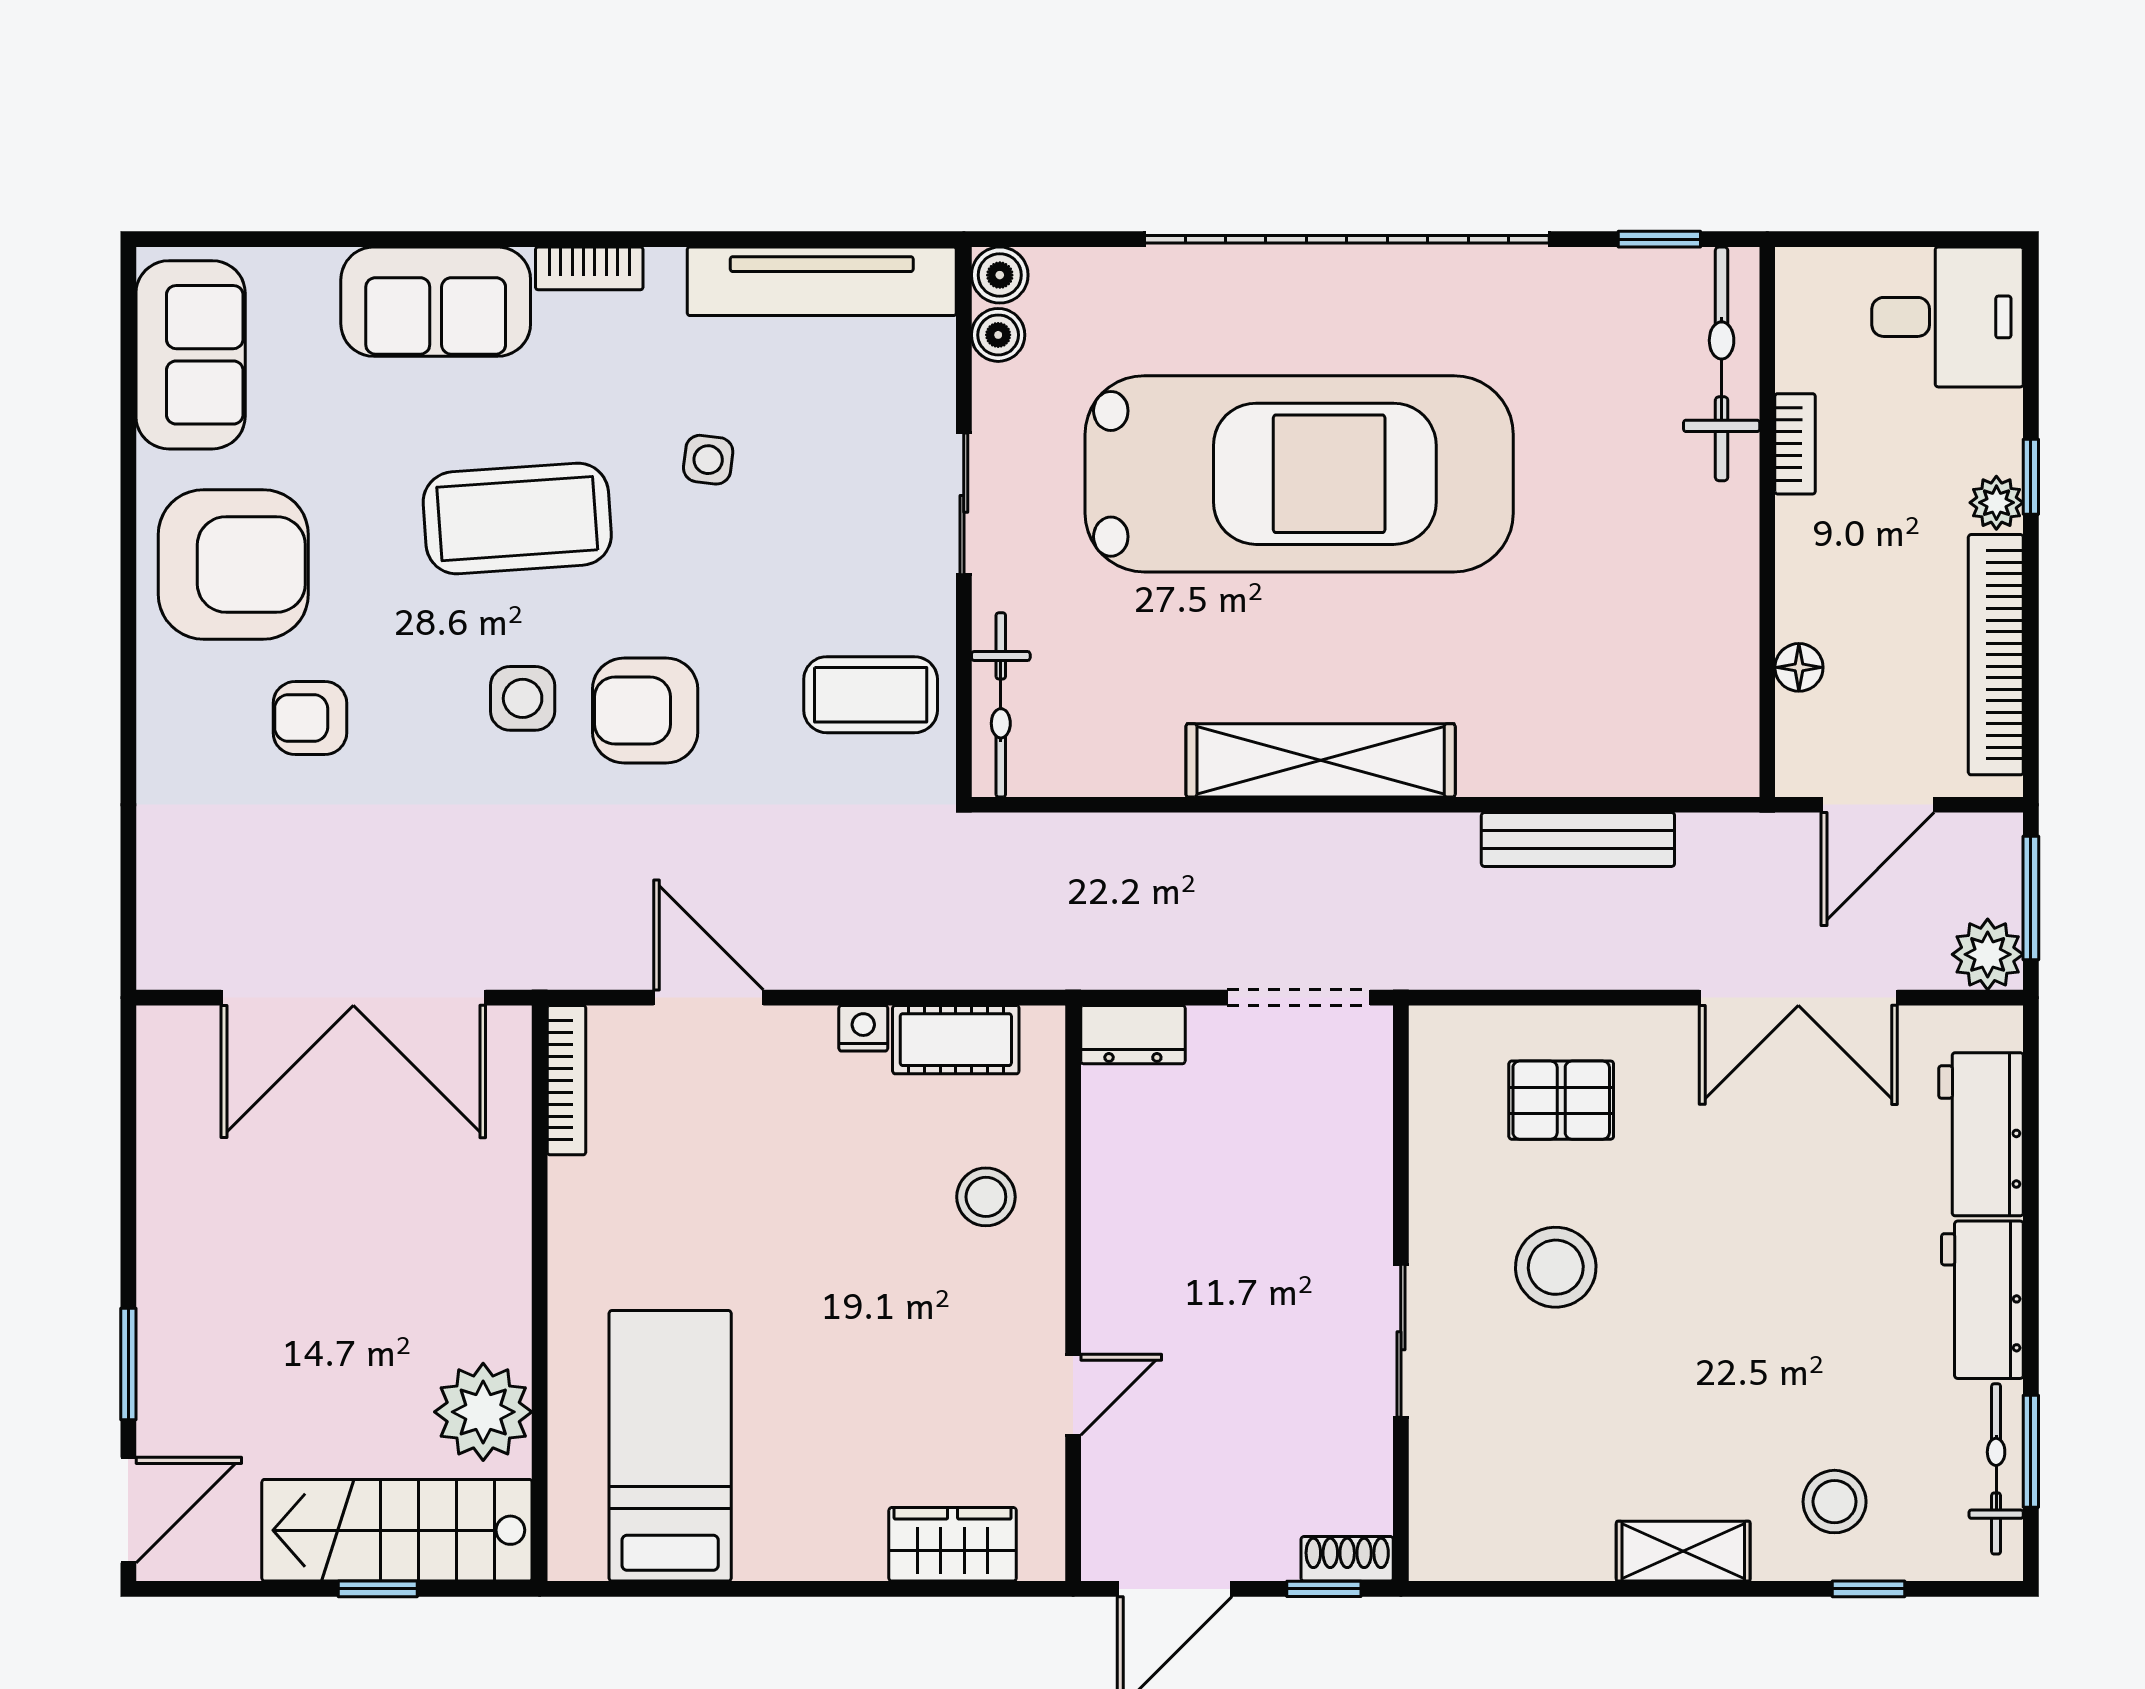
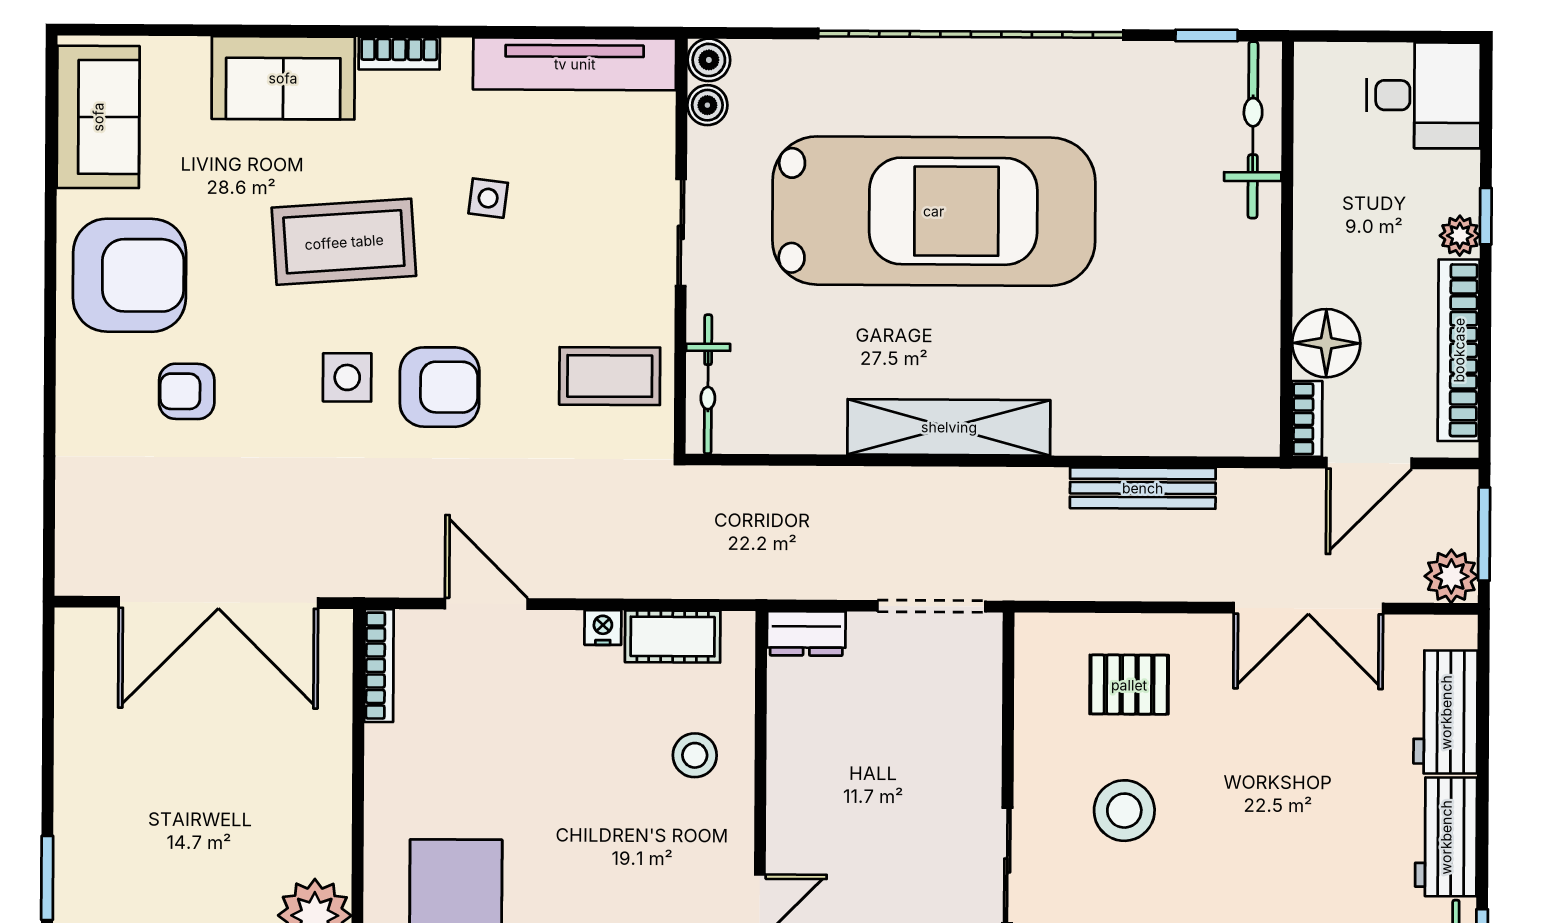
bookcase: (1795, 444) -> (1307, 419), moved
floor lamp: (1799, 667) -> (1326, 343), width x1.89, depth x1.89
armchair: (645, 710) -> (440, 387), turned 180

